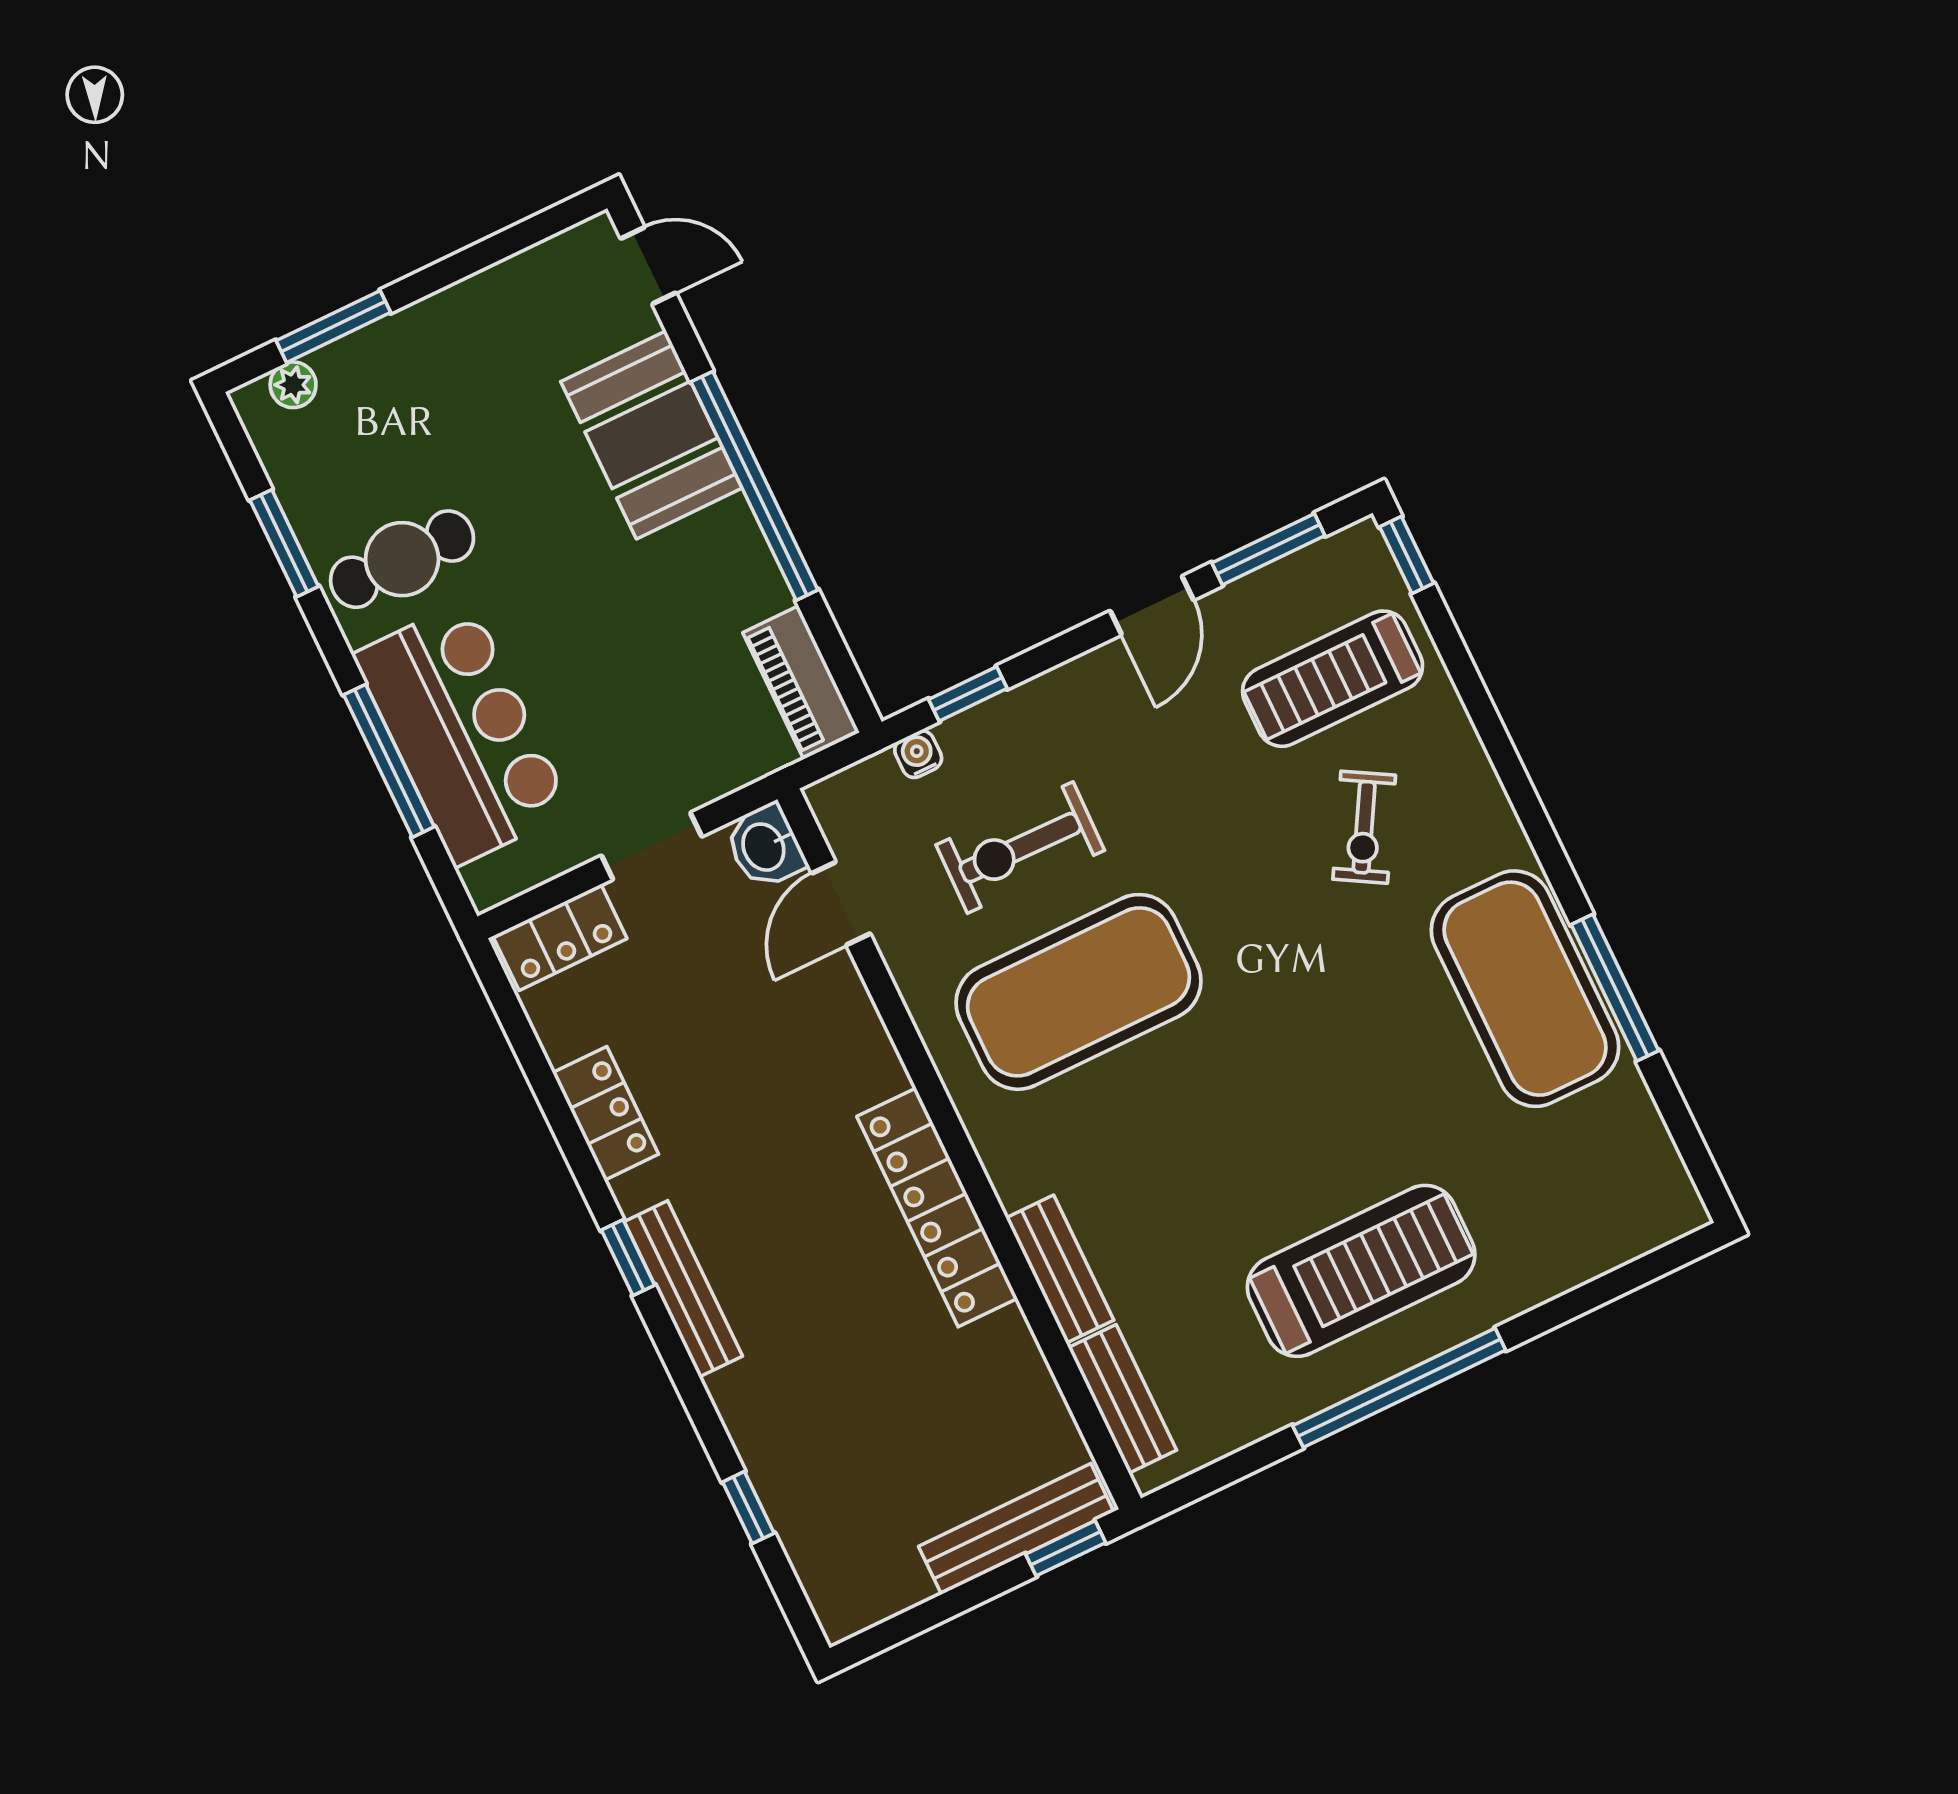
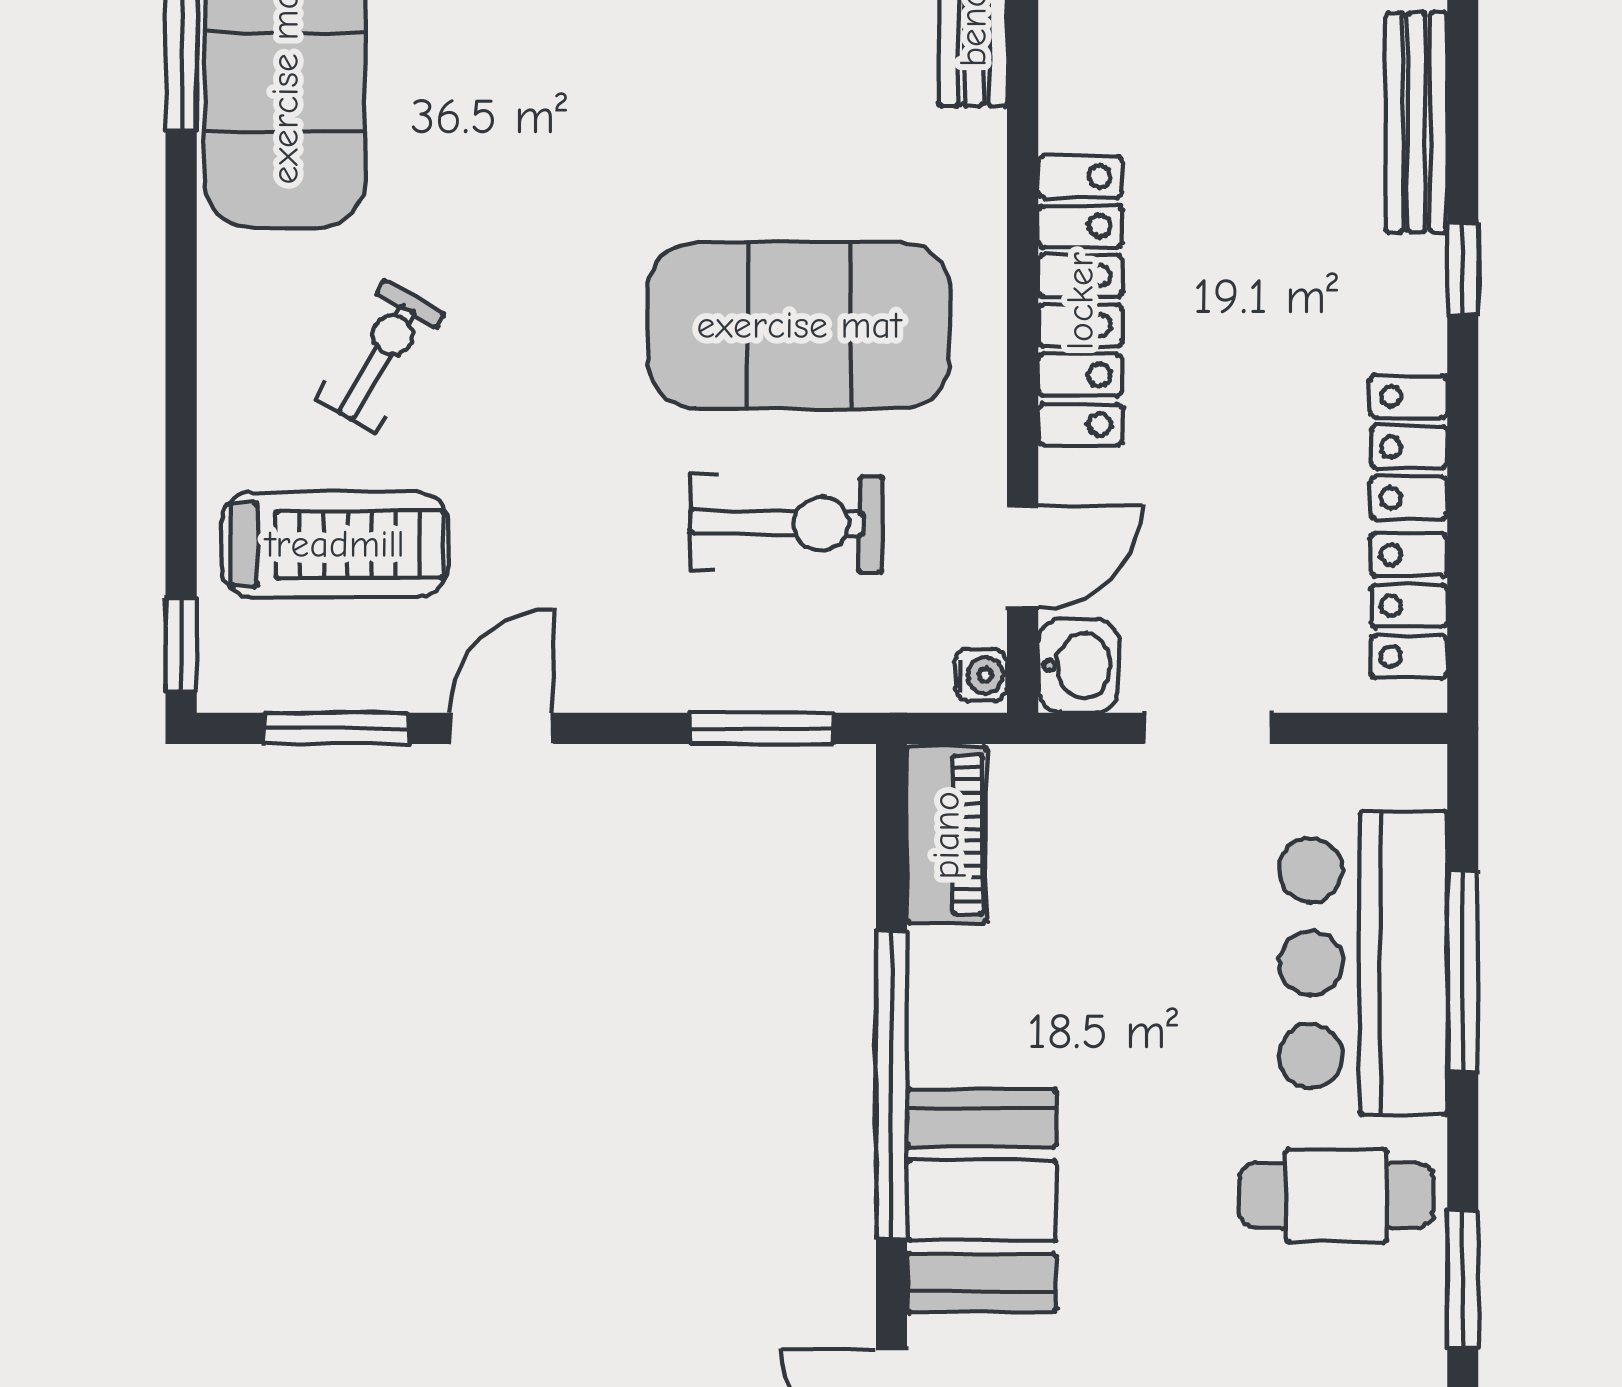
window: (968, 694) -> (761, 728), width x1.50
water cooler: (918, 754) -> (981, 675), moved, turned -90
locker: (560, 937) -> (1409, 606), moved, turned -90
locker: (937, 1207) -> (1080, 301), moved
bench: (683, 1289) -> (1417, 122), moved

